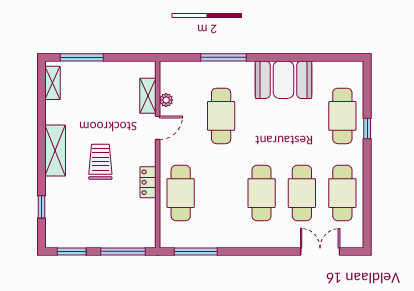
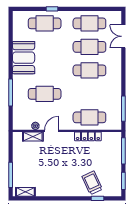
door: (158, 128) -> (52, 131), hinge flipped
shelving: (55, 151) -> (65, 190), removed
trolley: (100, 162) -> (92, 183), moved, turned 65
locker: (148, 182) -> (88, 136), width x1.53

